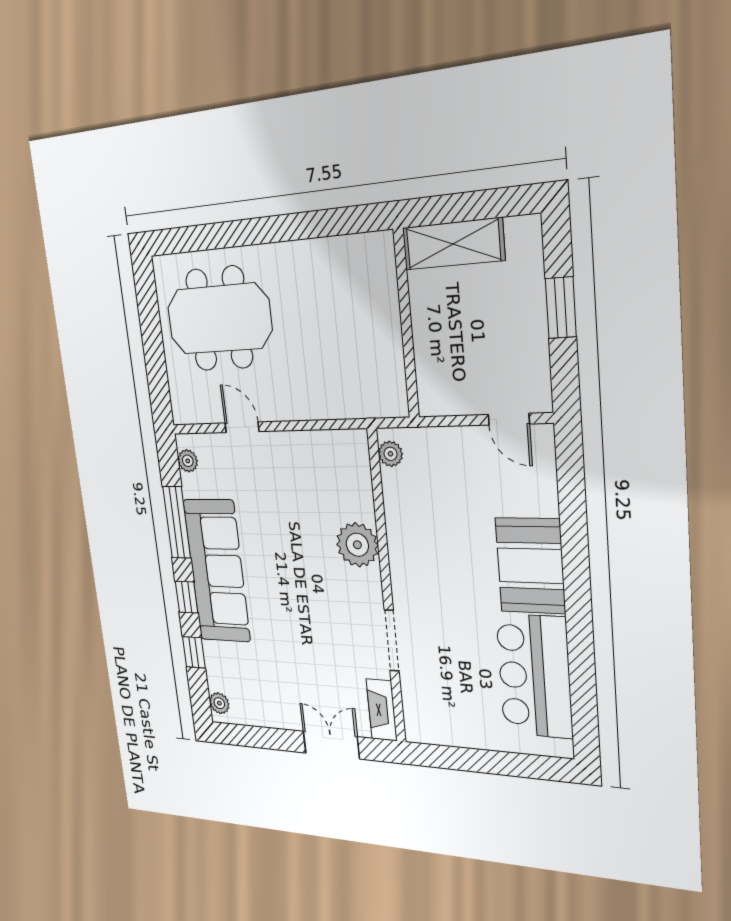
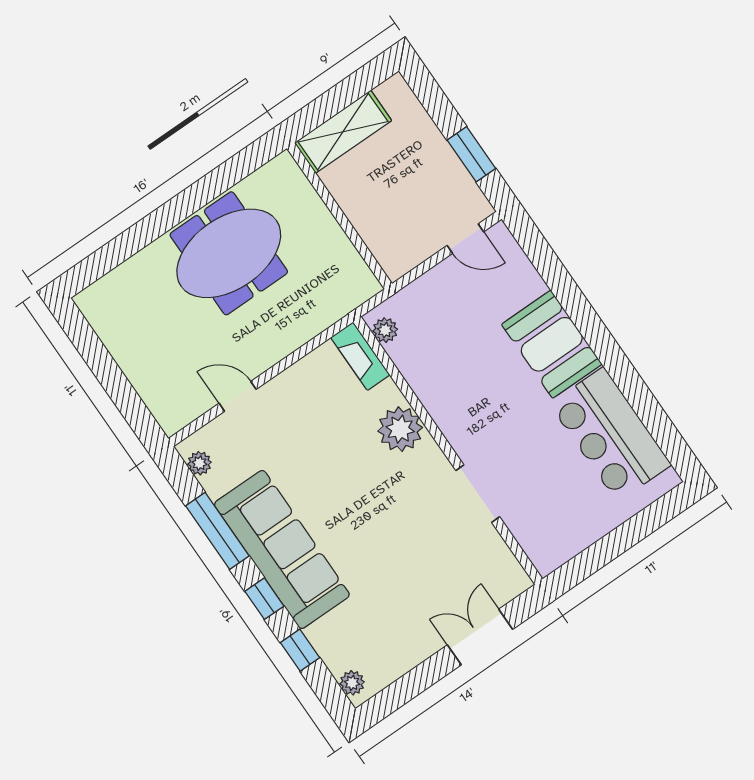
window: (561, 308) -> (471, 154), moved
meeting table: (219, 319) -> (229, 253), moved
fireplace: (382, 710) -> (360, 356), moved

